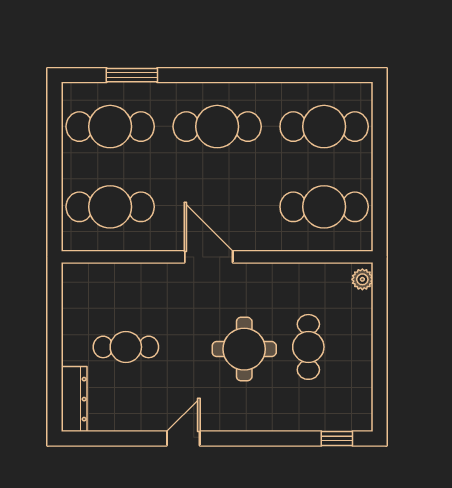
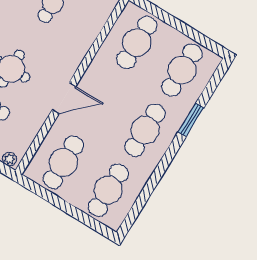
window: (132, 75) -> (191, 120), moved
door: (209, 257) -> (64, 98), moved

